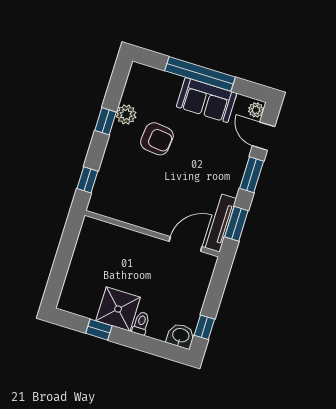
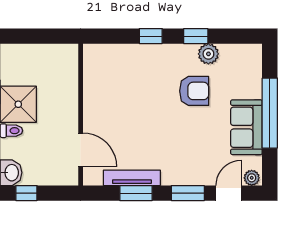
armchair: (157, 139) -> (194, 91), turned -96
window: (87, 180) -> (151, 36), moved
wall: (152, 234) -> (81, 115), moved
door: (186, 244) -> (81, 150), moved

